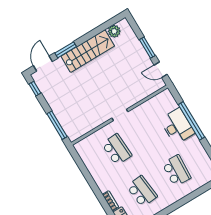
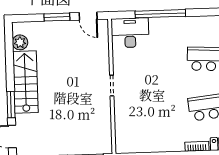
door: (161, 70) -> (88, 16), hinge flipped
desk: (177, 126) -> (130, 33), moved
school desk: (117, 150) -> (146, 110), removed

